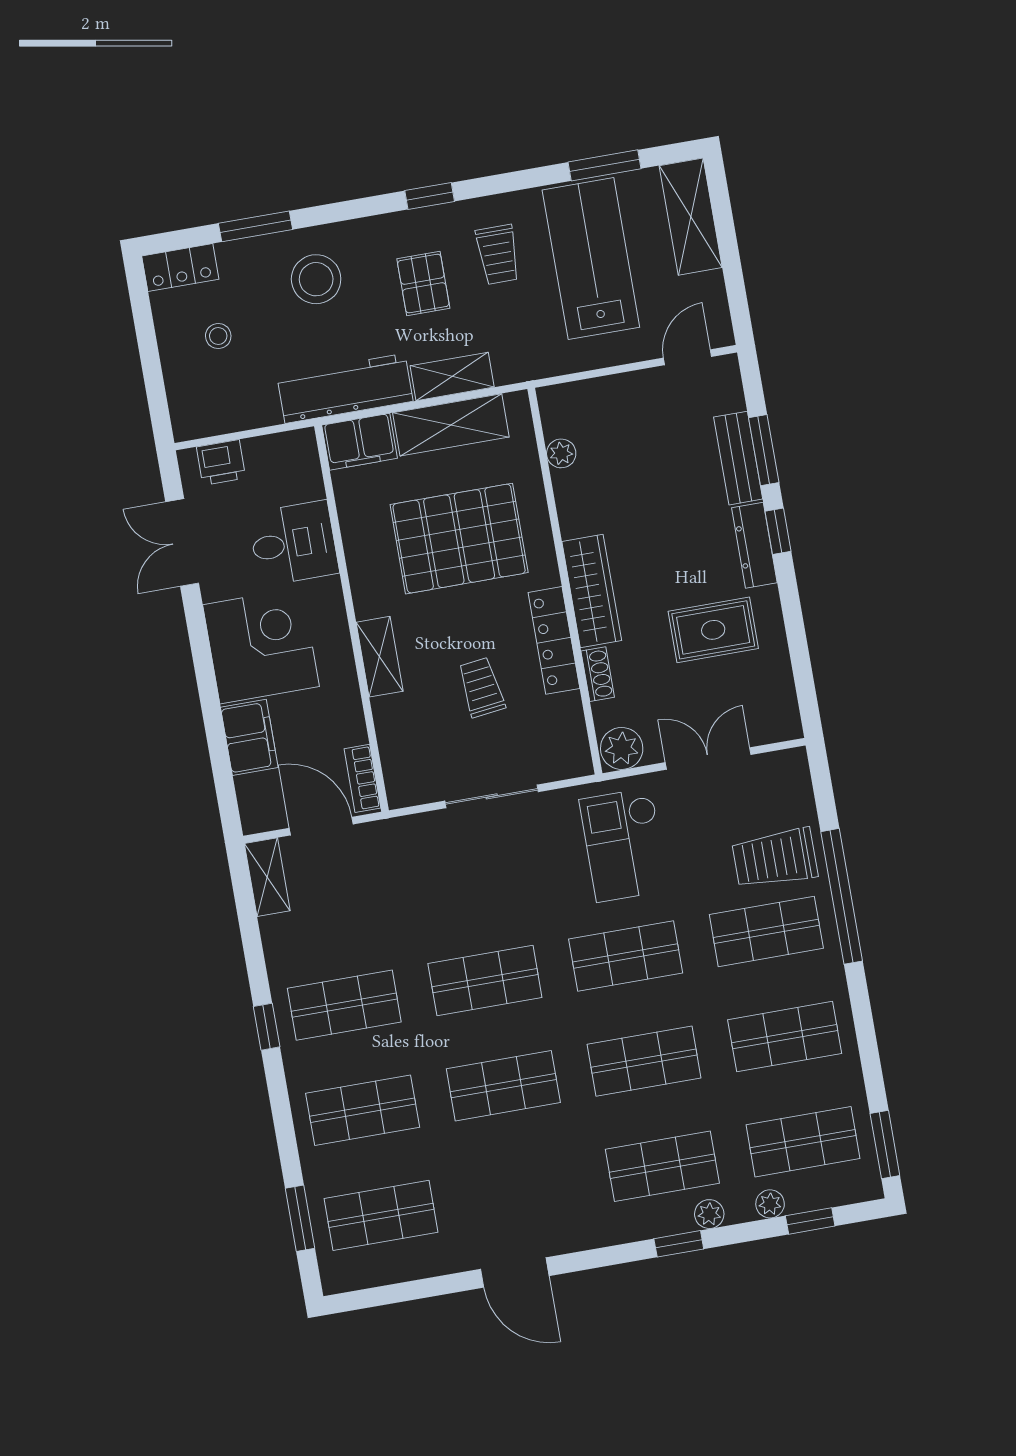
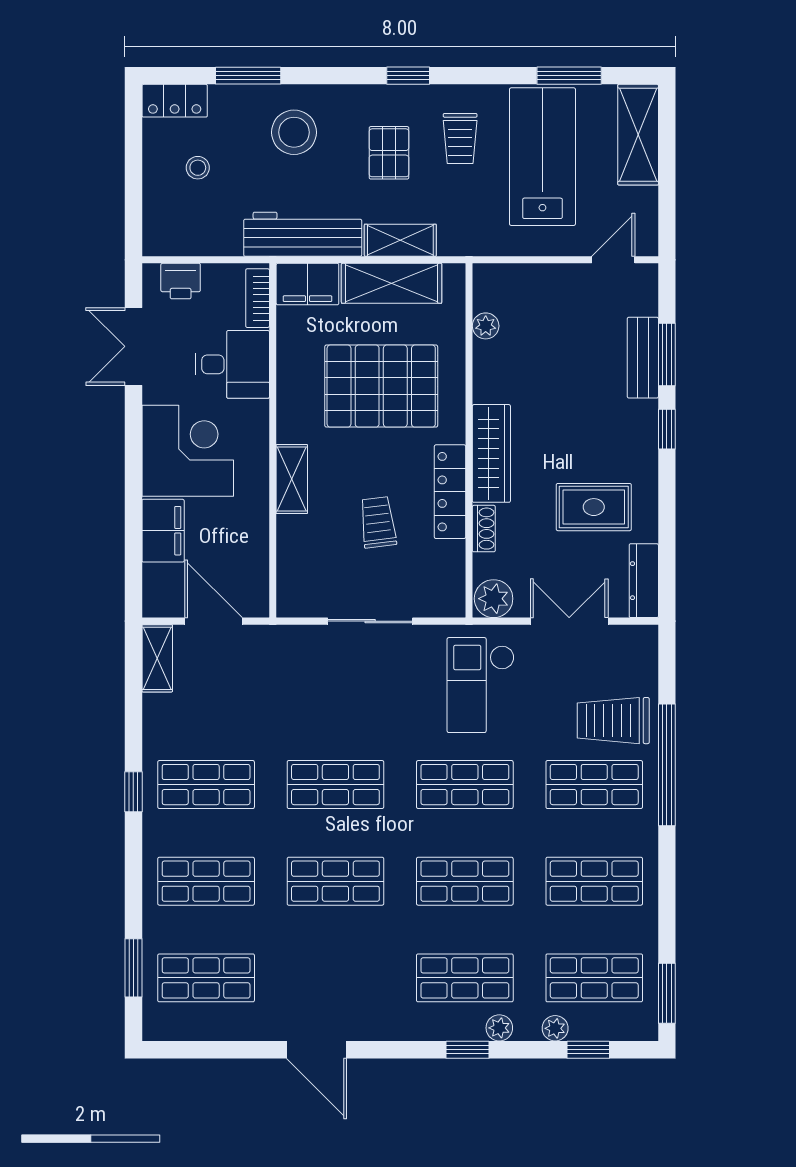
dresser: (754, 545) -> (644, 581), moved
bookcase: (362, 778) -> (258, 298), moved

